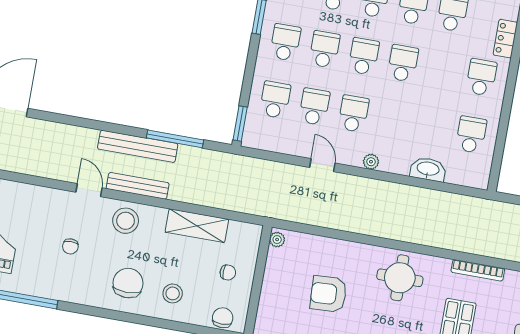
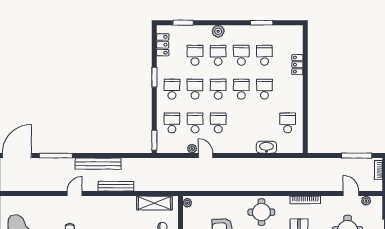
school desk: (481, 77) -> (264, 89), moved
window: (175, 139) -> (56, 156), moved
plant: (371, 162) -> (192, 149), moved
bench: (138, 186) -> (116, 186), moved
door: (89, 190) -> (75, 194), hinge flipped
stool: (126, 221) -> (99, 207), removed
shelving: (197, 226) -> (154, 203), moved

